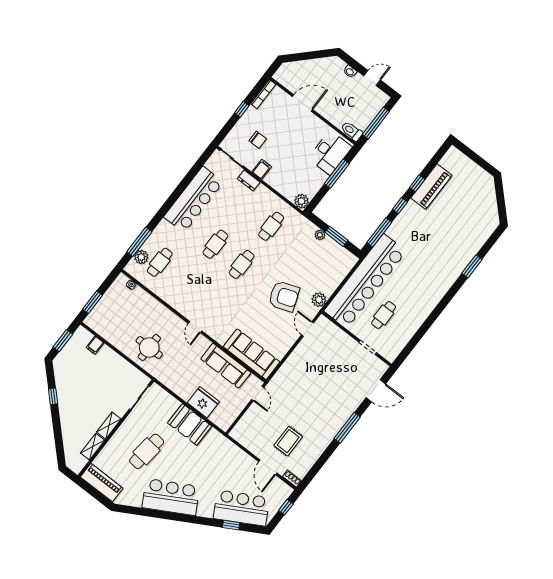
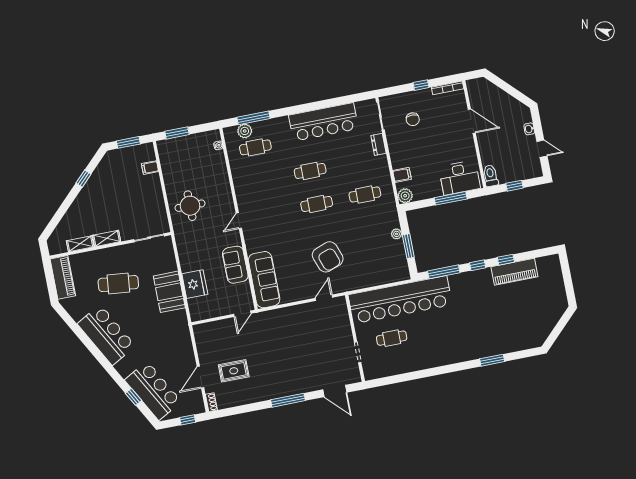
window: (376, 123) -> (515, 186), width x0.46
filing cabinet: (262, 169) -> (402, 175), moved
plant: (319, 300) -> (352, 283), removed
sofa: (226, 366) -> (235, 265), width x0.73

